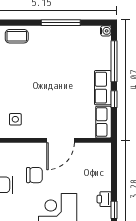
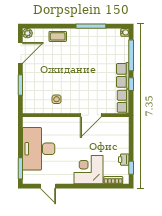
chair: (34, 175) -> (71, 141), removed

